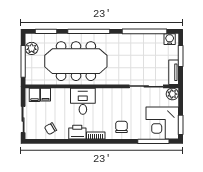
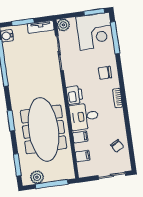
window: (89, 31) -> (11, 121), width x0.47
filing cabinet: (35, 95) -> (80, 137), moved
printer: (77, 132) -> (74, 95), moved, turned 180

